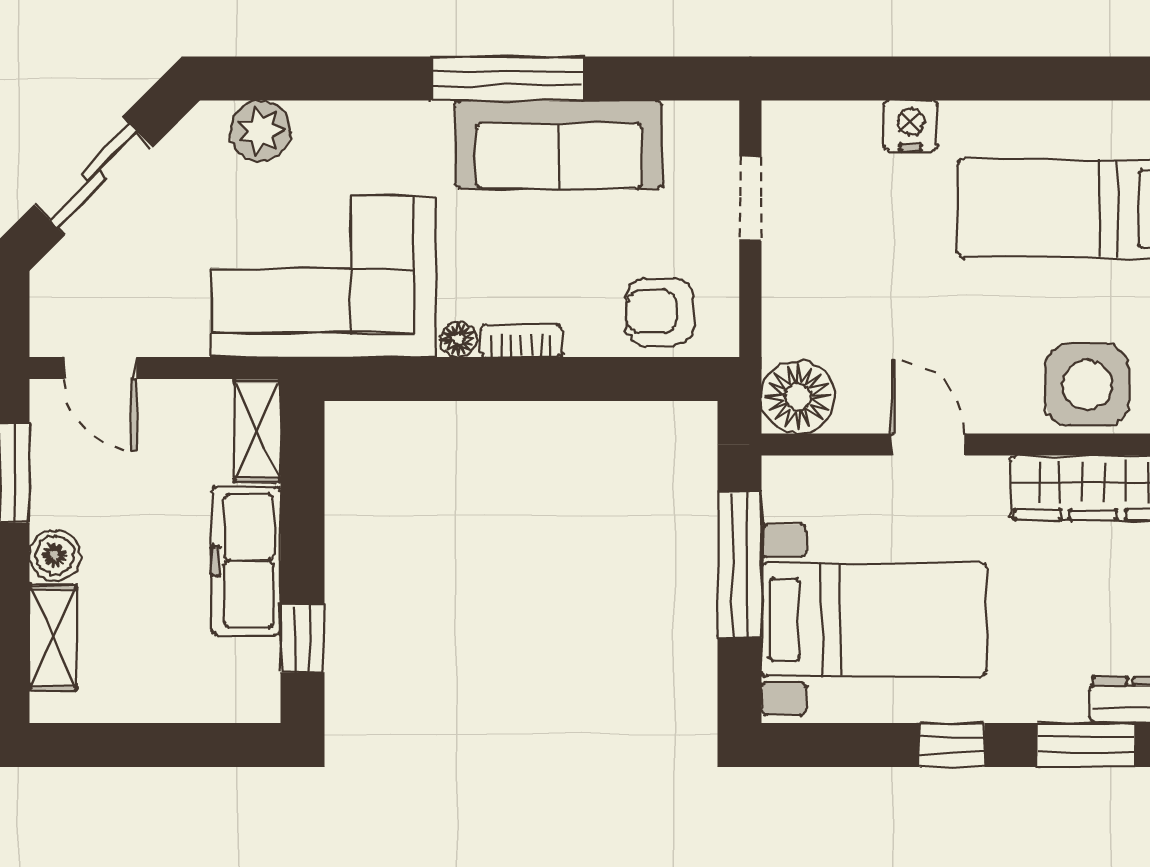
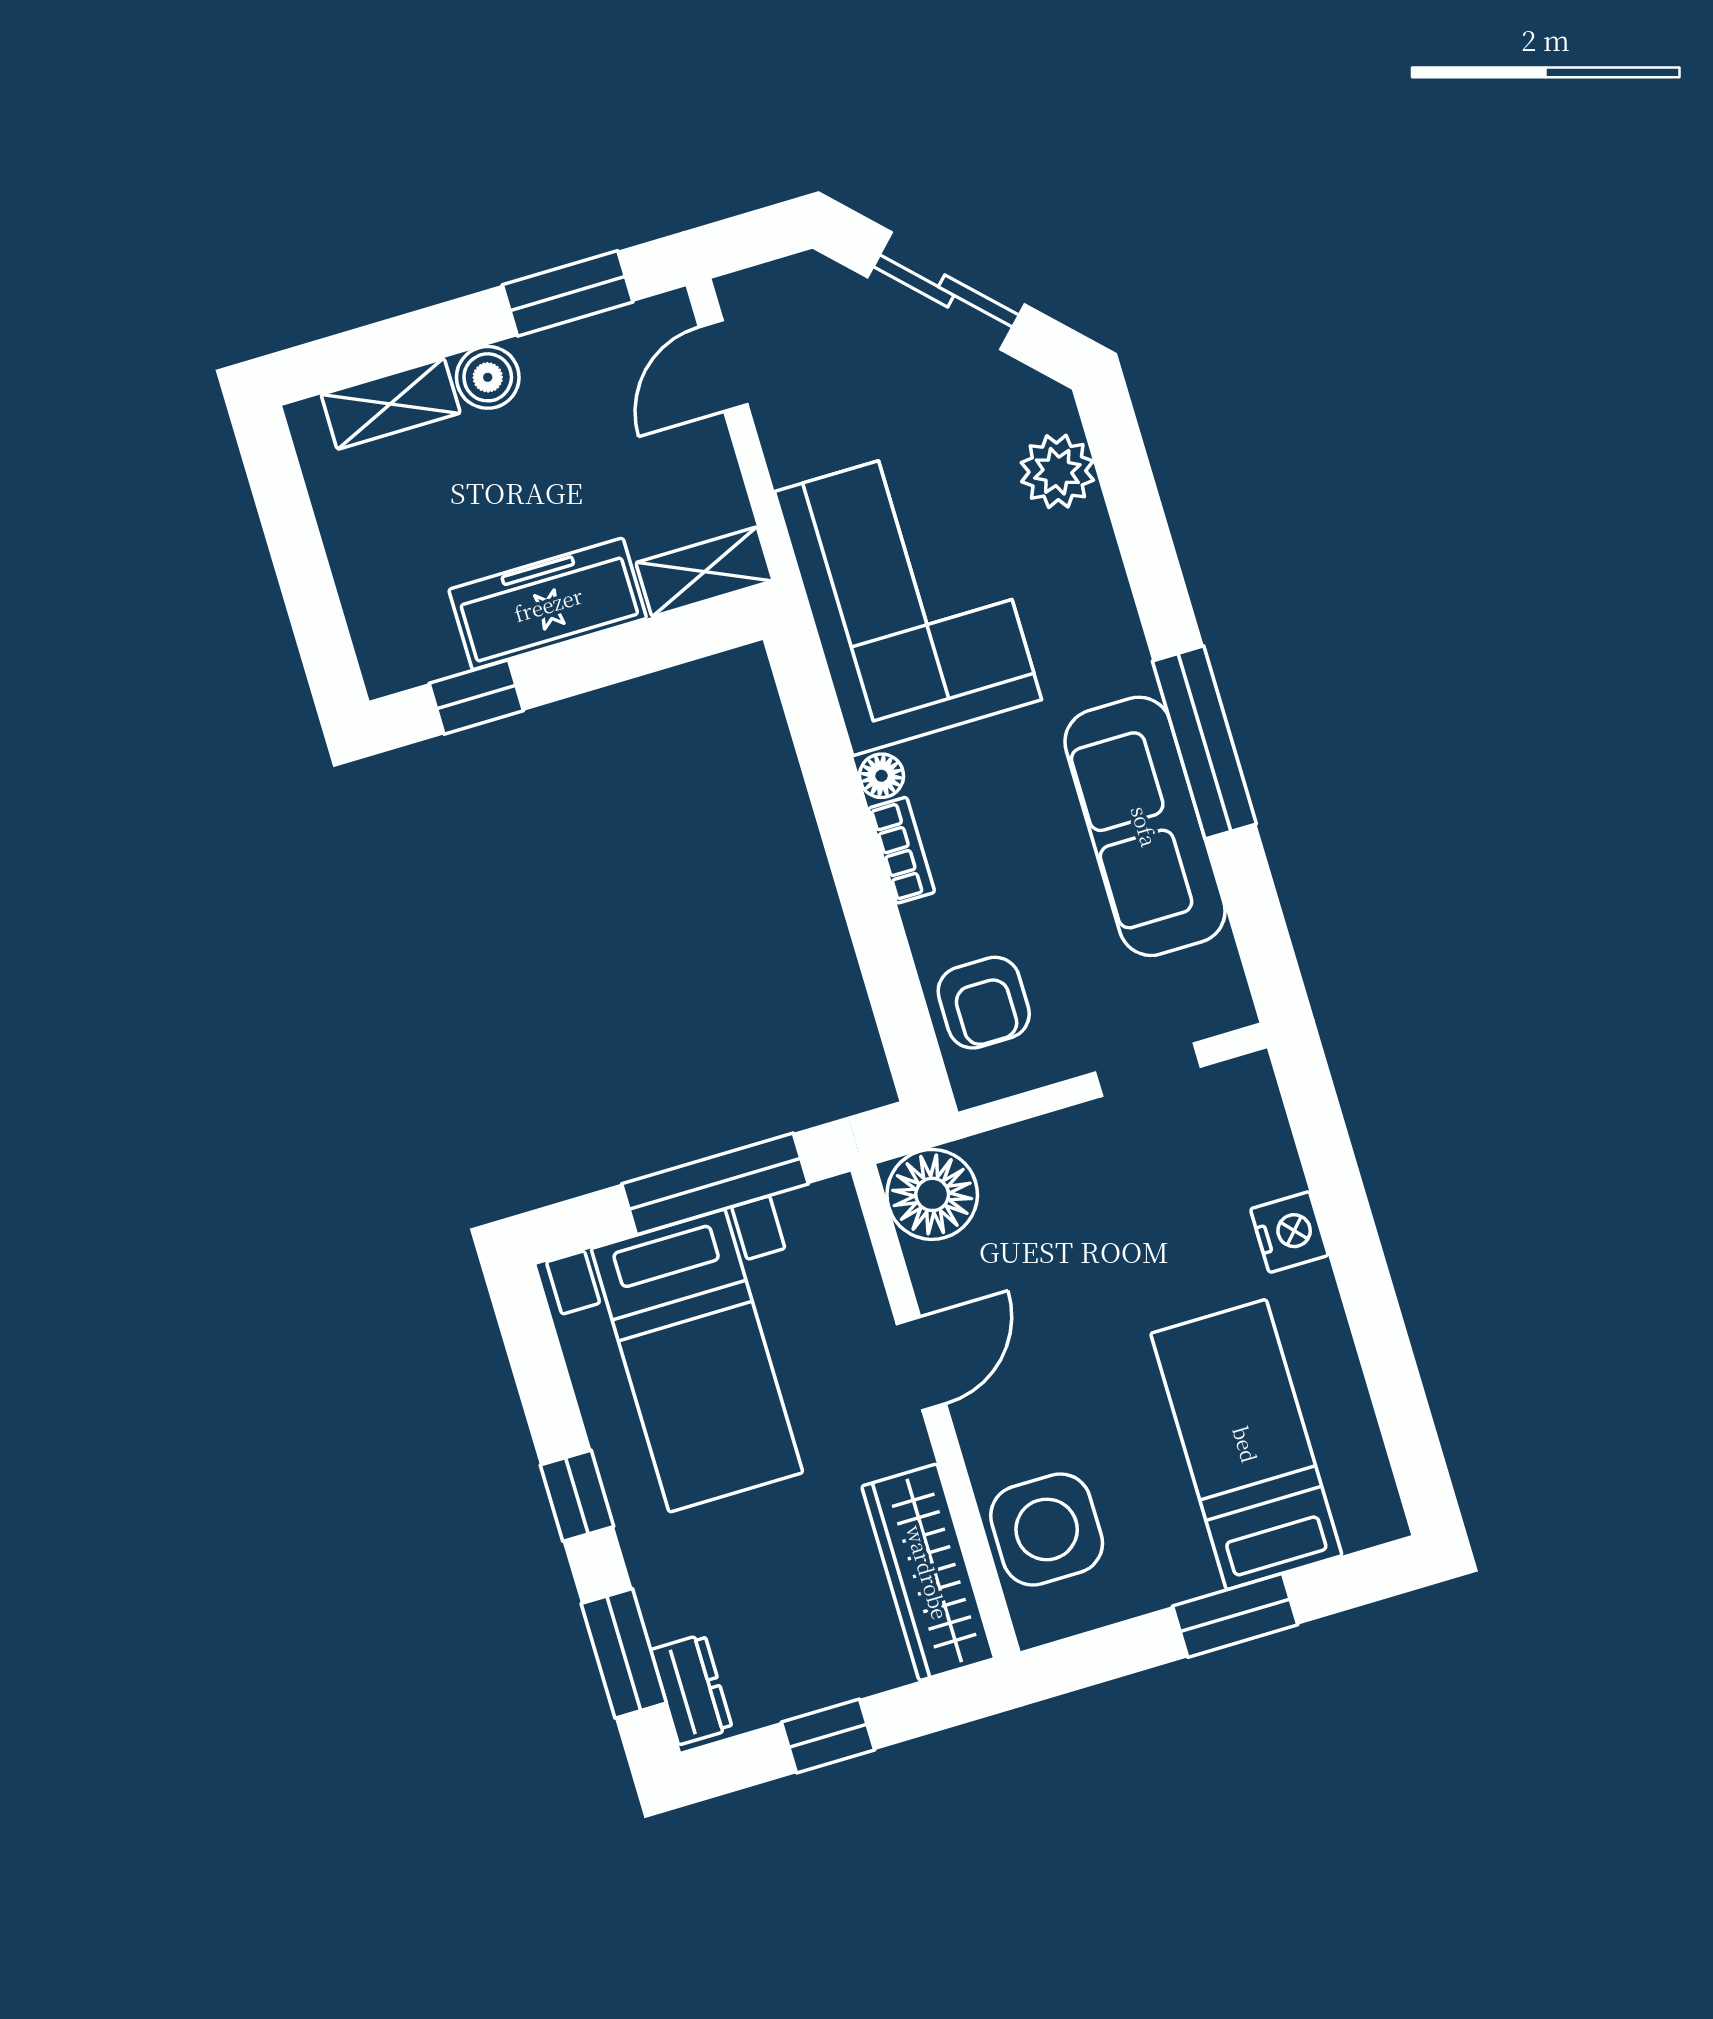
armchair: (660, 312) -> (984, 1003), turned 180

